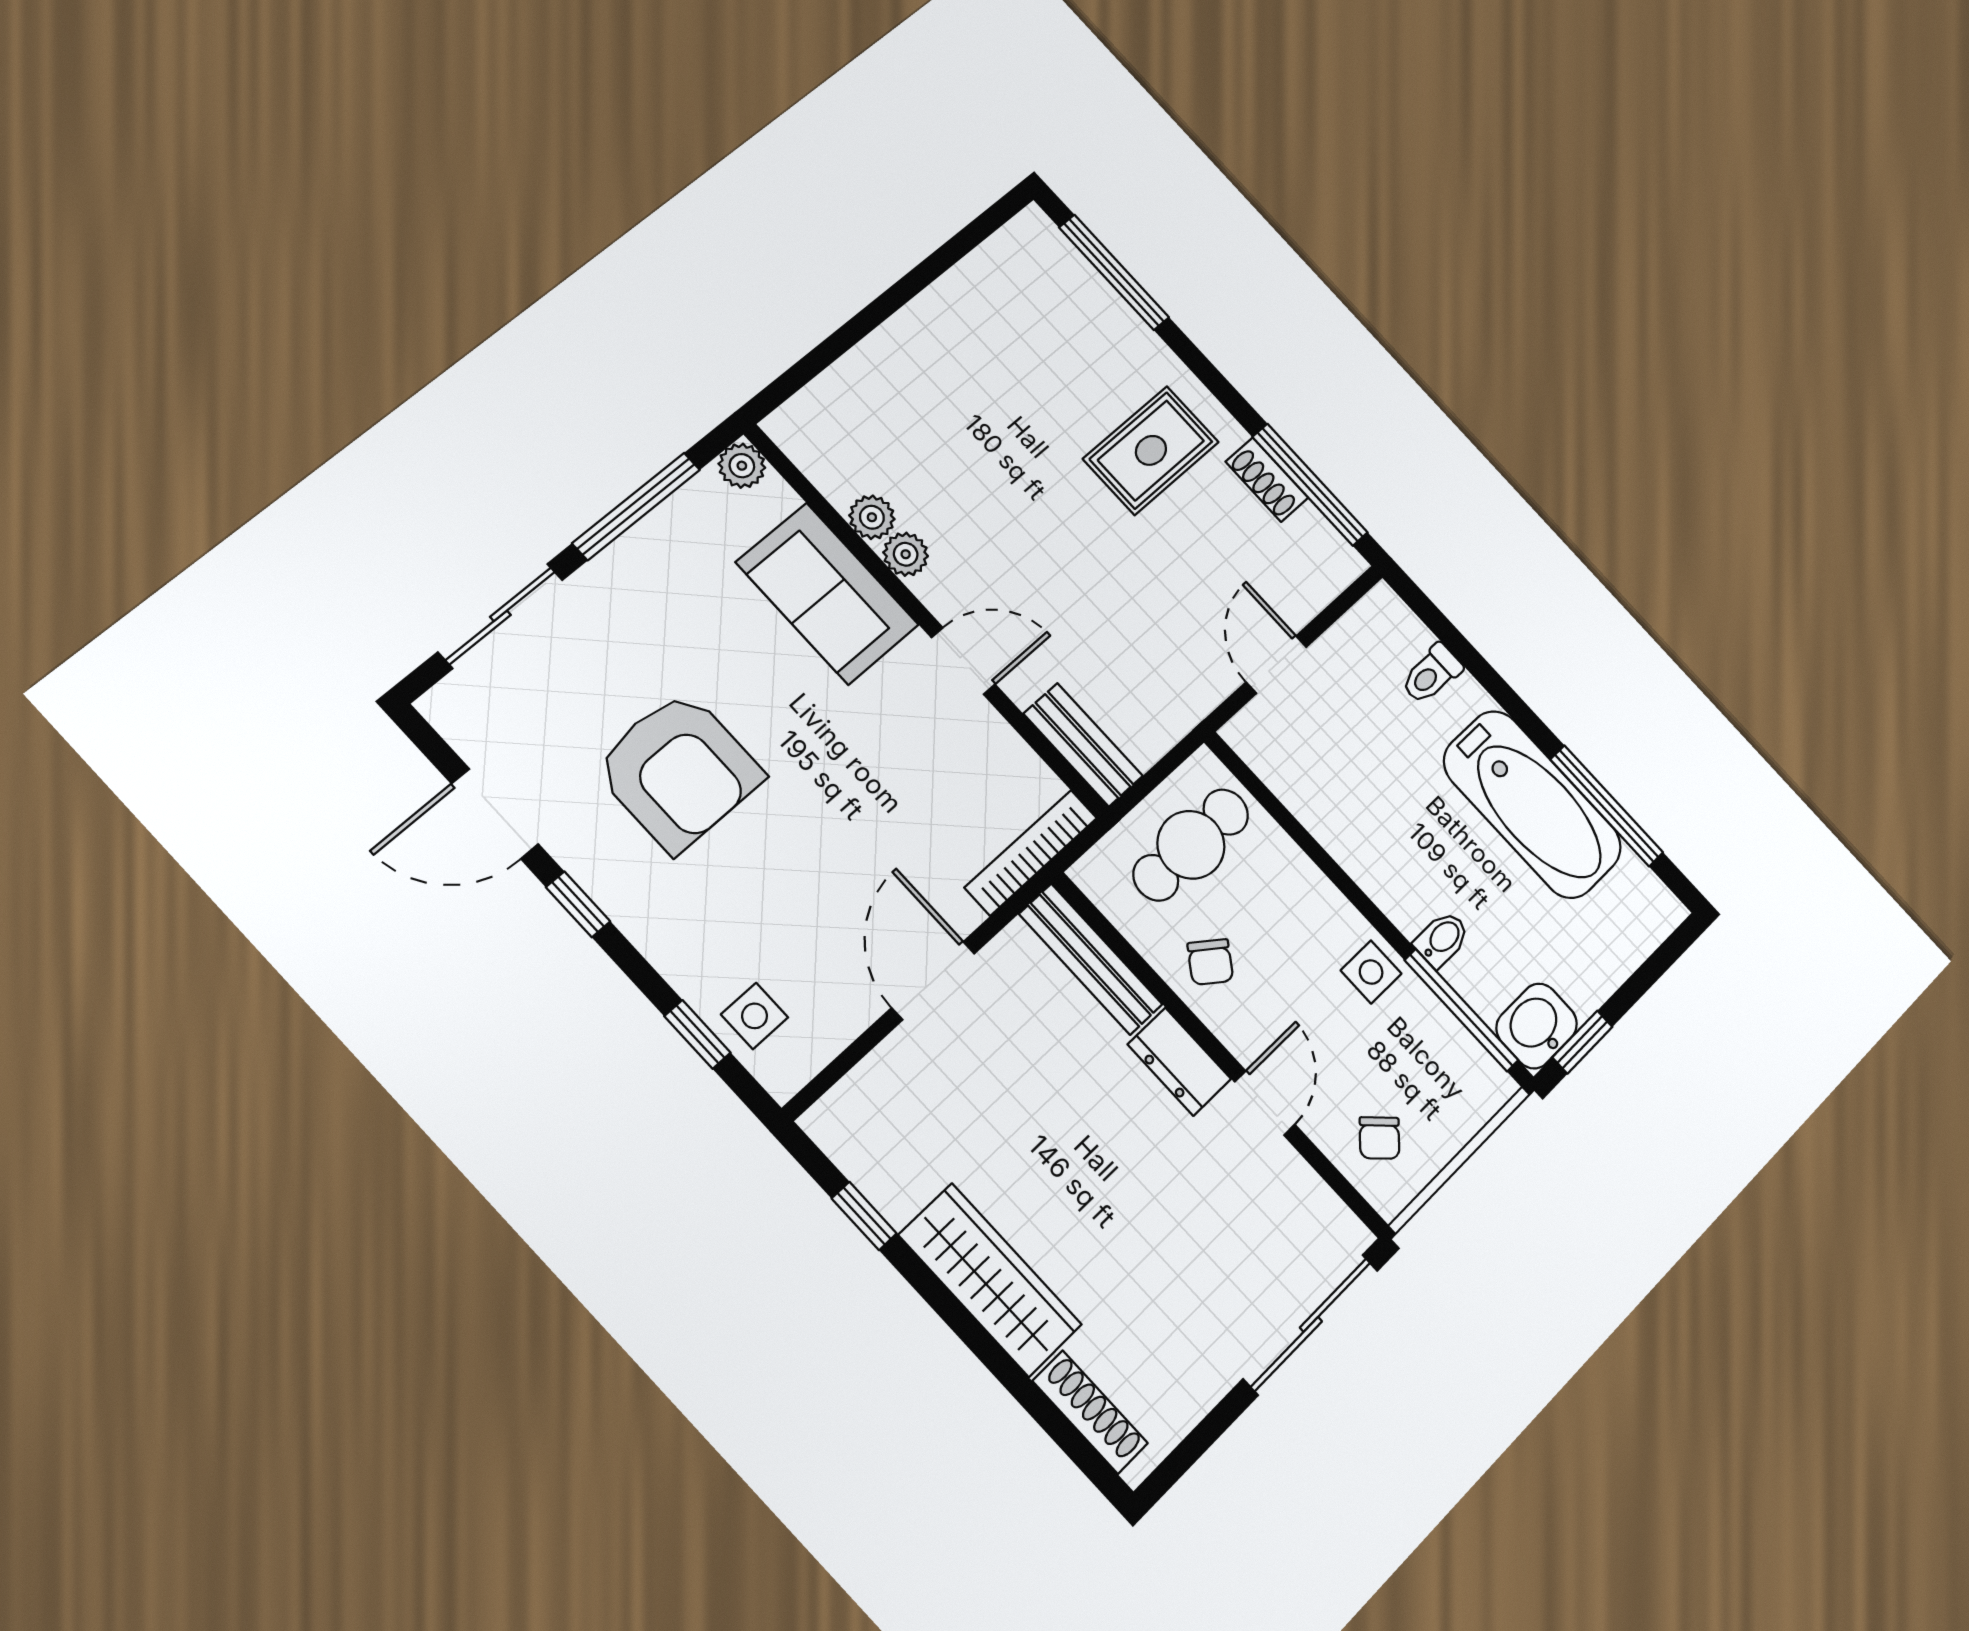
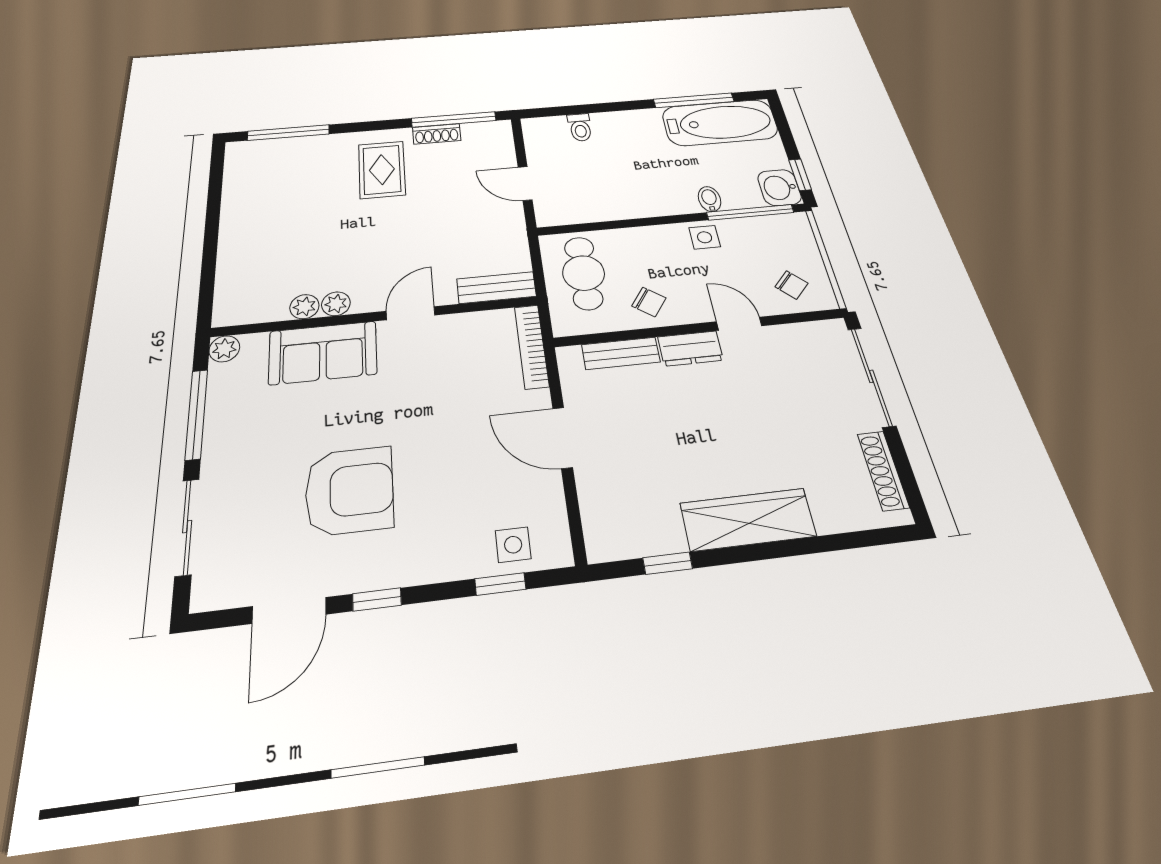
bathtub: (1532, 804) -> (720, 123), moved
bench: (1091, 959) -> (621, 353), width x0.73
shoe rack: (1090, 1412) -> (883, 470), moved, turned -90

